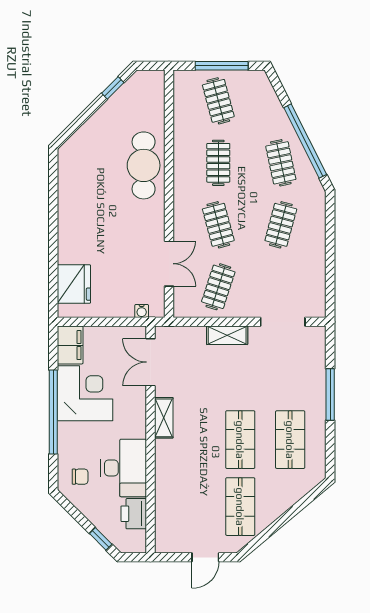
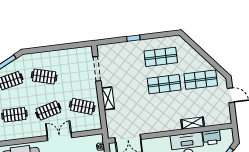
double door: (169, 264) -> (59, 137), moved
window: (330, 395) -> (133, 38), width x0.46
shelving: (164, 418) -> (193, 123), moved

